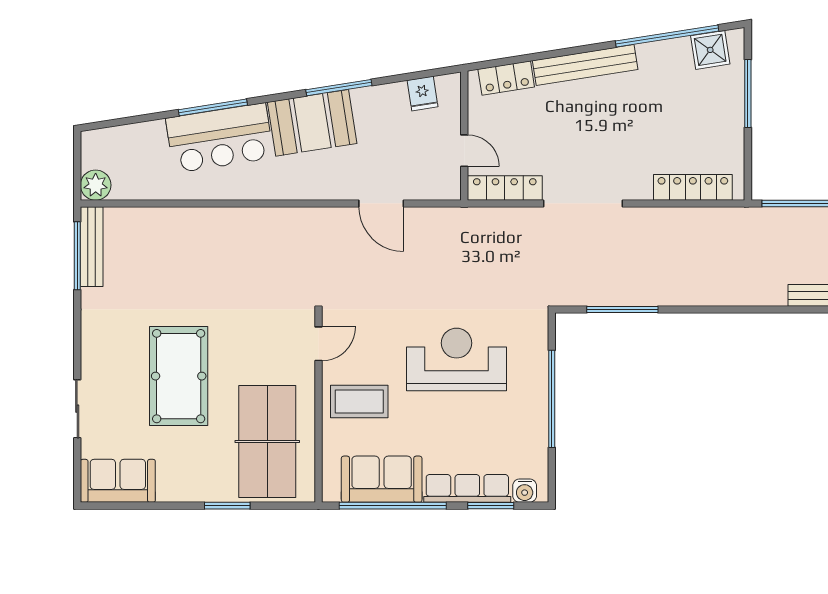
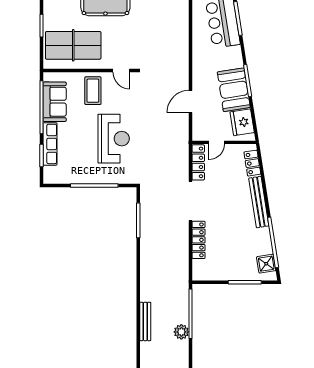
fridge: (423, 94) -> (242, 122), width x1.88, depth x1.34
booth: (312, 123) -> (234, 90), moved
locker: (693, 187) -> (198, 240), moved
water cooler: (525, 491) -> (49, 172), removed

